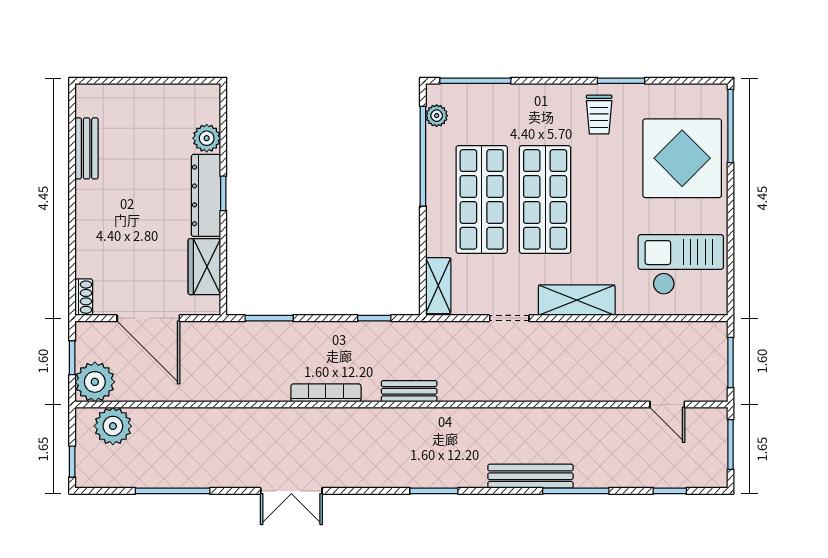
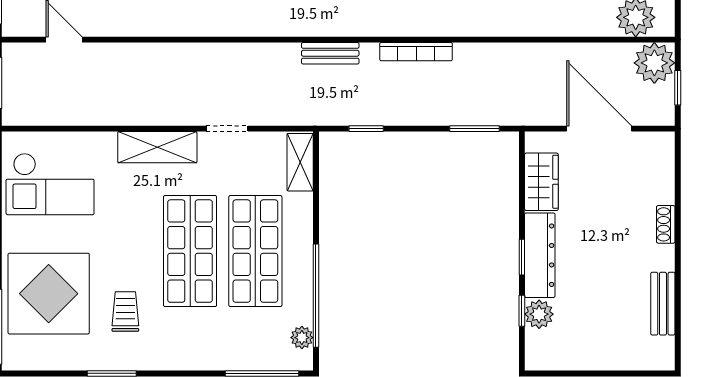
trolley: (599, 115) -> (125, 311), moved
window: (223, 142) -> (522, 311), added
shoe rack: (84, 297) -> (666, 224), moved

